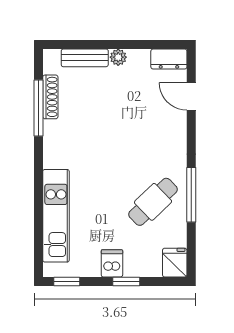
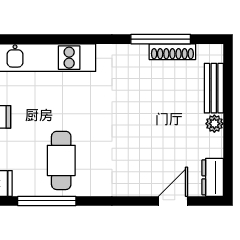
window: (191, 195) -> (47, 201), moved
cafe table: (153, 202) -> (61, 160), turned 44

